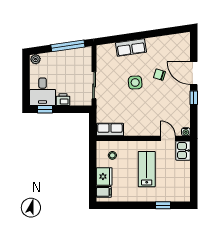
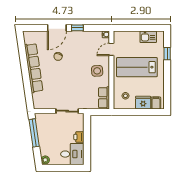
row of seats: (131, 47) -> (34, 68), width x2.02
side table: (135, 83) -> (97, 71), moved
window: (45, 109) -> (87, 152), removed
kitchen sink: (183, 151) -> (148, 37), moved
lab bench: (147, 169) -> (137, 67), width x1.36, depth x1.39

